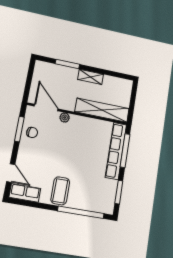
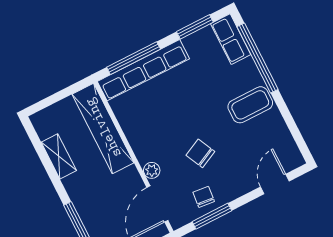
shelving: (90, 77) -> (59, 156), moved
chair: (55, 147) -> (200, 153), added
row of seats: (25, 193) -> (231, 39), moved

